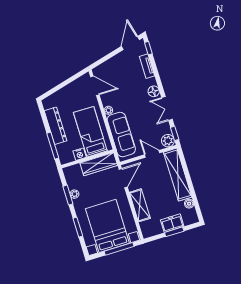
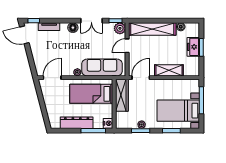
nightstand: (80, 154) -> (108, 123), moved
door: (123, 178) -> (141, 78), hinge flipped
bed with nightstands: (107, 226) -> (178, 111), width x0.73

